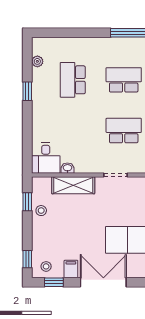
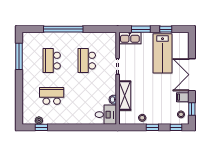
school desk: (73, 80) -> (52, 96), turned 180
window: (27, 91) -> (41, 127), moved
window: (27, 202) -> (152, 127), moved

